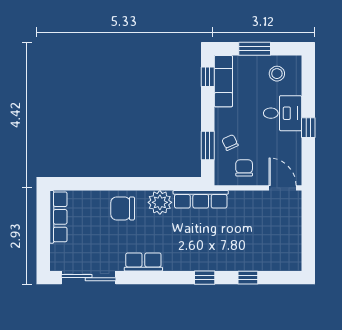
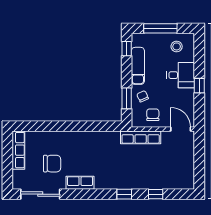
window: (255, 49) -> (160, 28), width x1.44
exam couch: (223, 81) -> (138, 66), moved
row of seats: (201, 199) -> (141, 137), moved
plant: (160, 202) -> (92, 140), removed
chair: (123, 208) -> (52, 164), moved, turned 180

